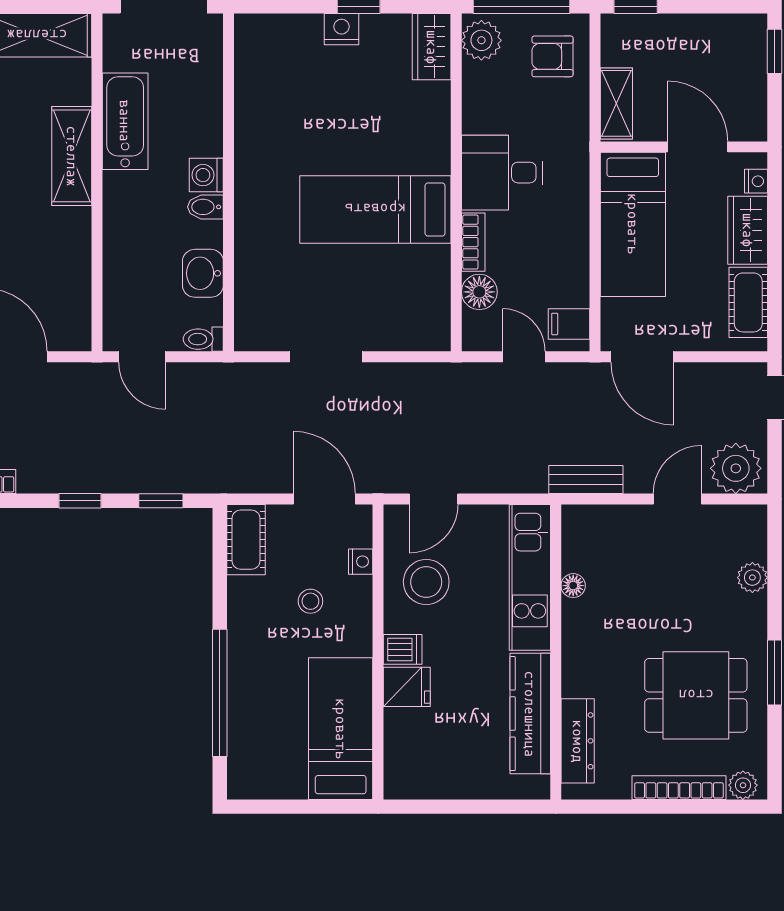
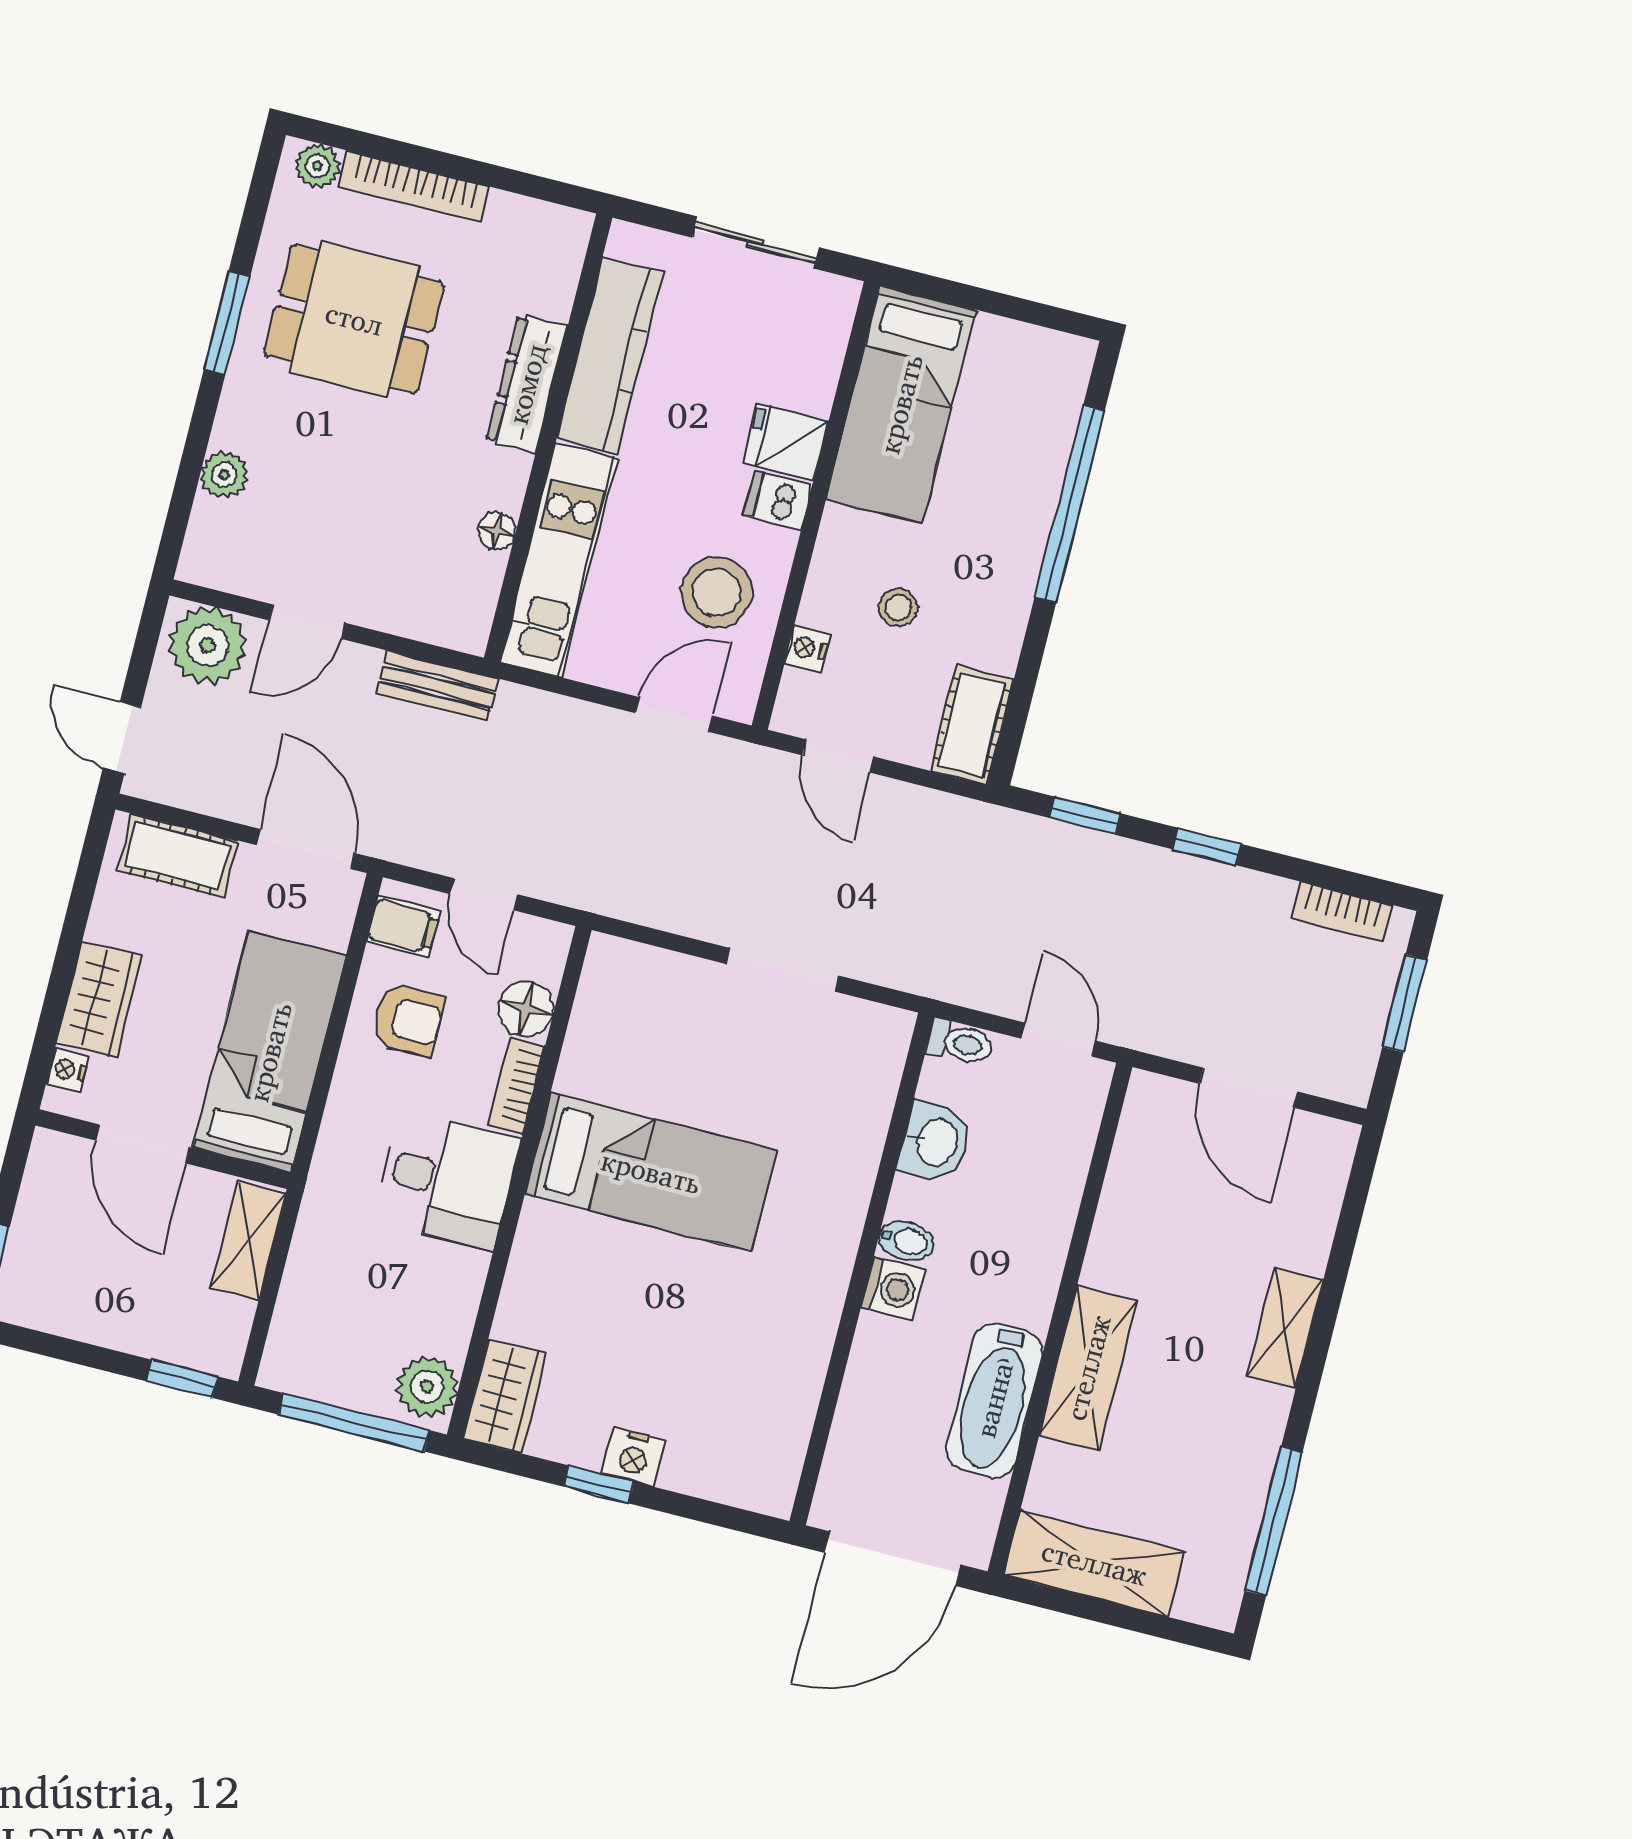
armchair: (553, 56) -> (408, 1020), moved
cot: (748, 302) -> (178, 856), moved, turned 90
door: (324, 499) -> (838, 756), width x0.73
dresser: (578, 741) -> (527, 384), moved
sliding door: (457, 807) -> (756, 243), added

